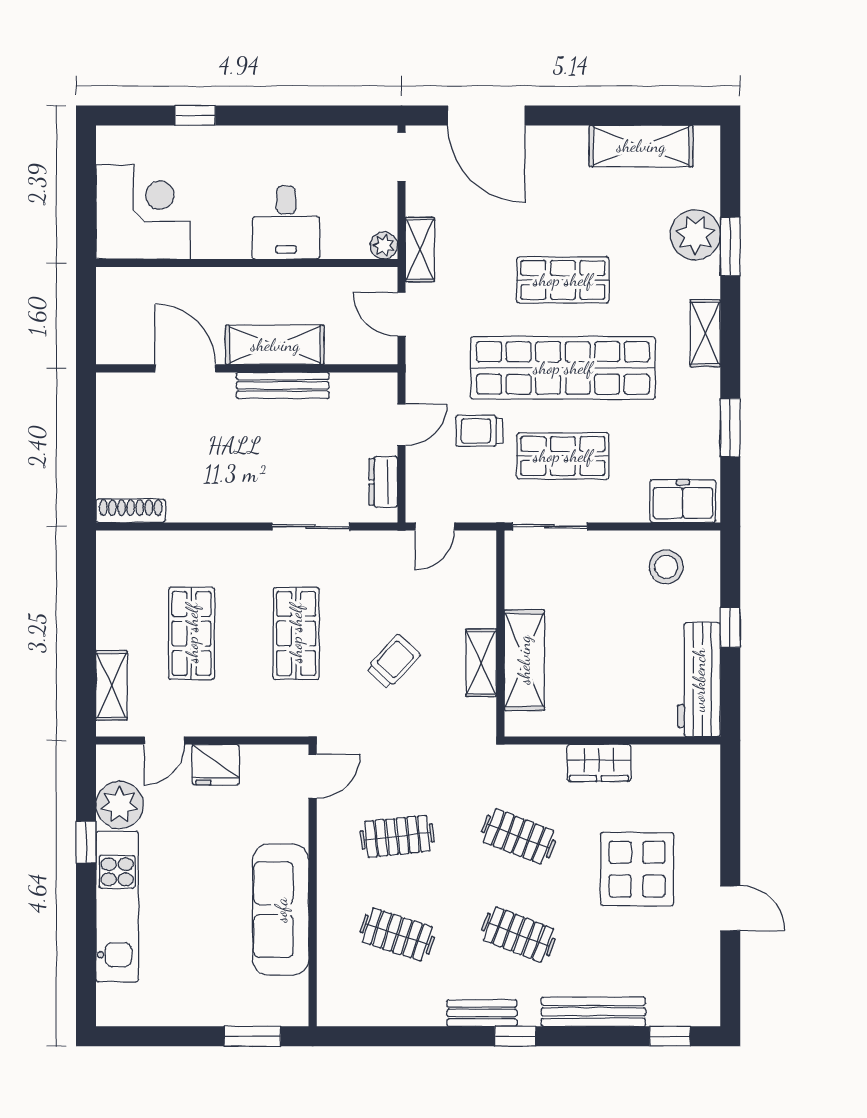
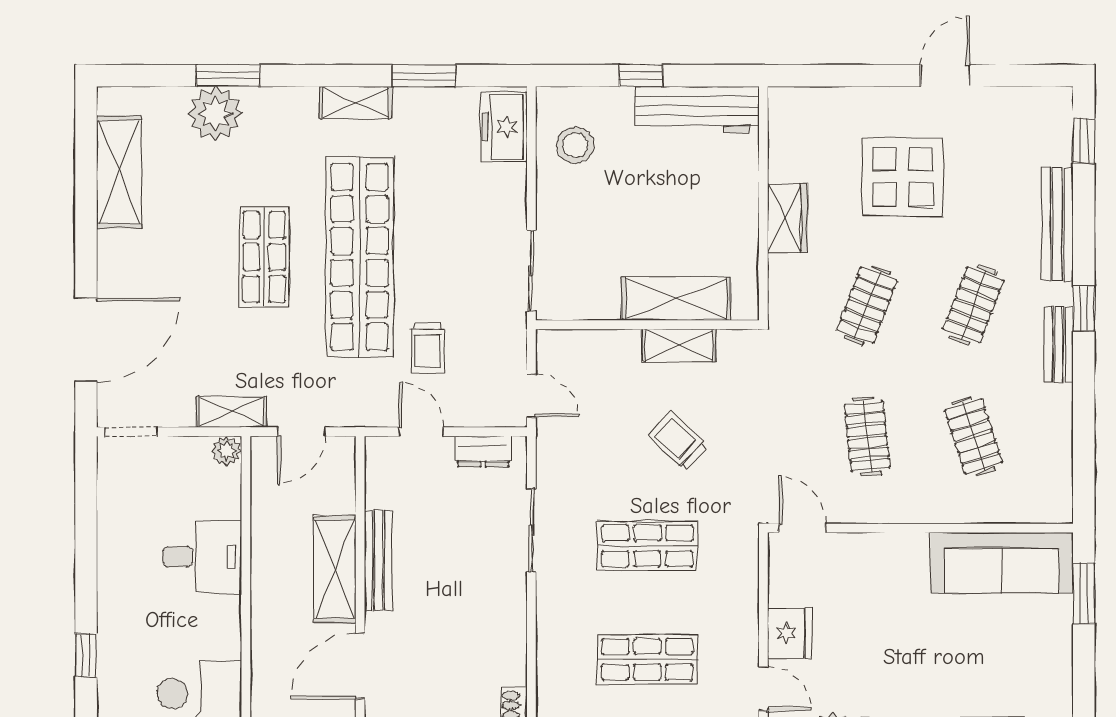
shelving: (705, 333) -> (356, 103), moved
shop shelf: (563, 456) -> (455, 257), removed
sofa: (281, 910) -> (1002, 563), moved
clothes rail: (397, 934) -> (973, 436), turned -36

